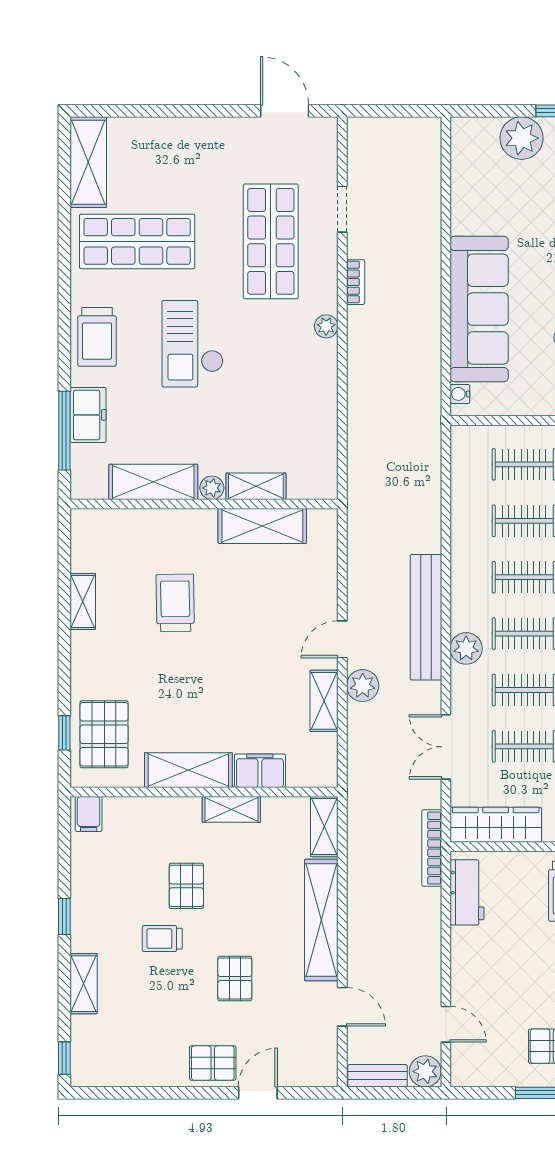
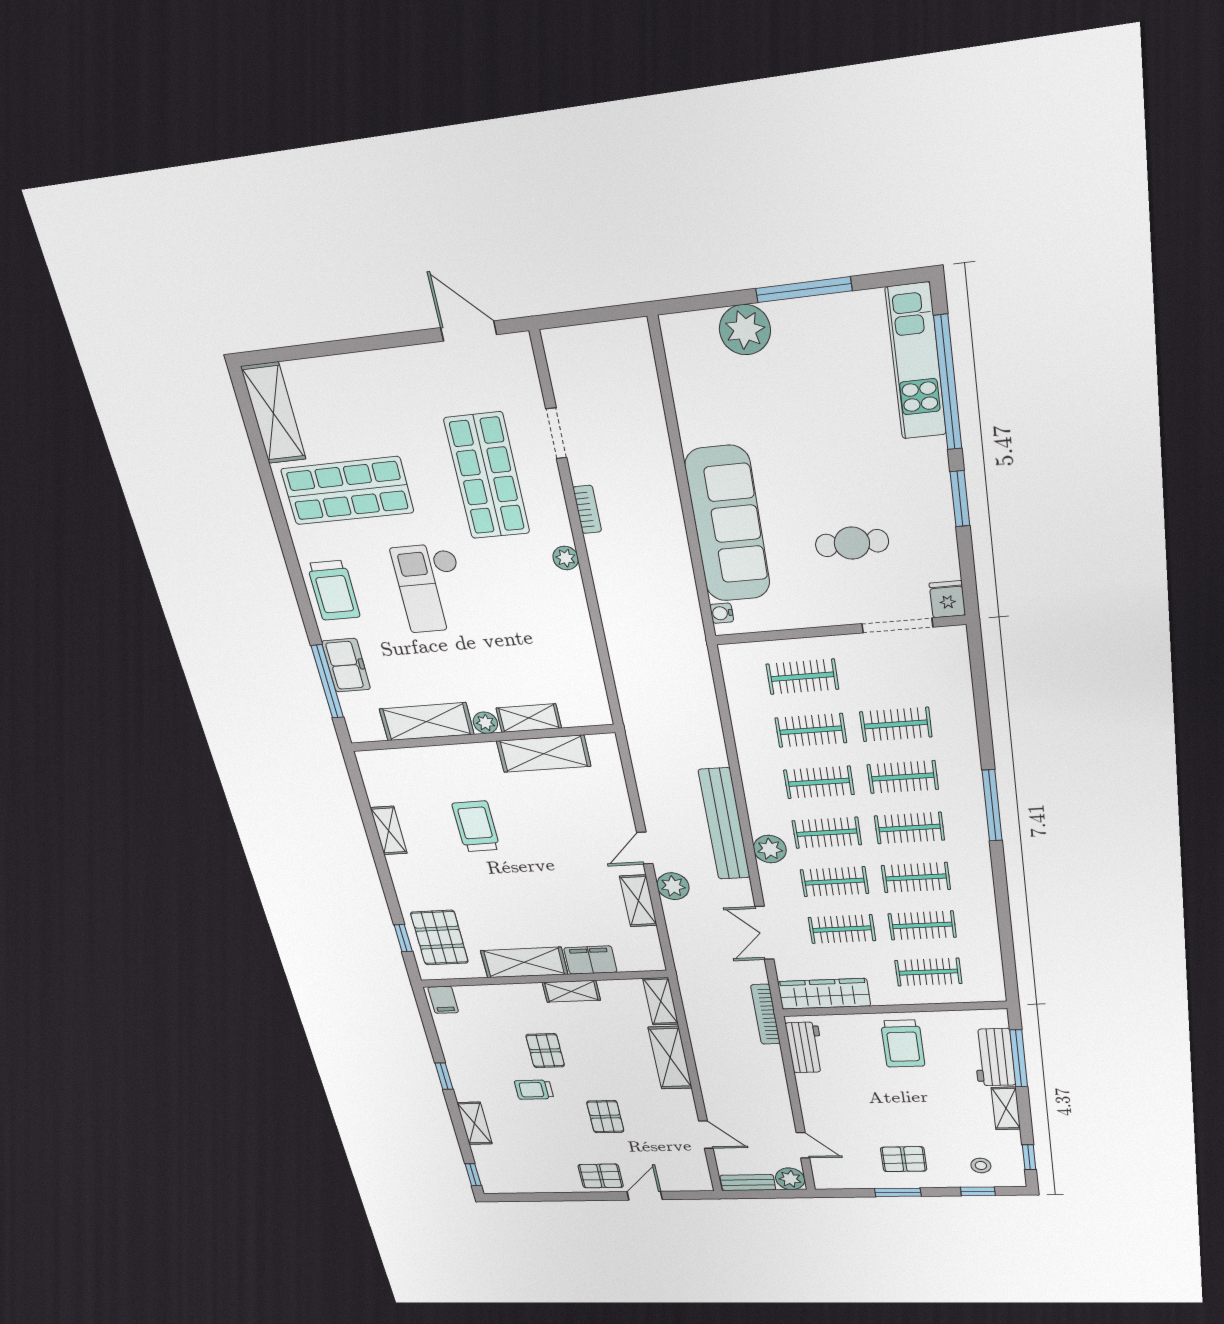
shelving: (321, 920) -> (670, 1058), width x0.68

